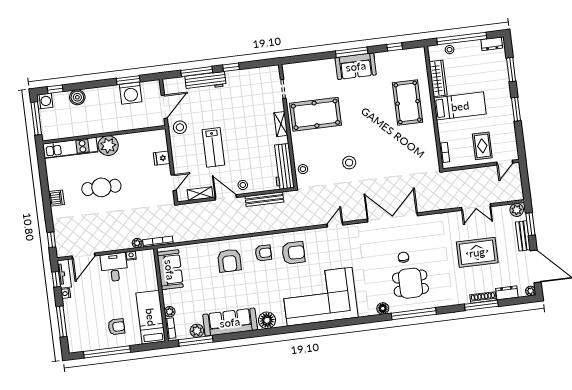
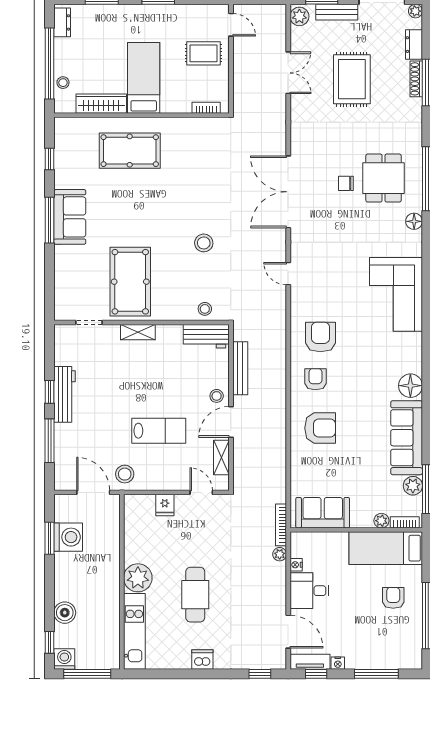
workbench: (205, 81) -> (65, 394), moved
workbench: (283, 166) -> (206, 336), width x0.73
corner sofa: (320, 297) -> (396, 294), width x0.73, depth x0.74

